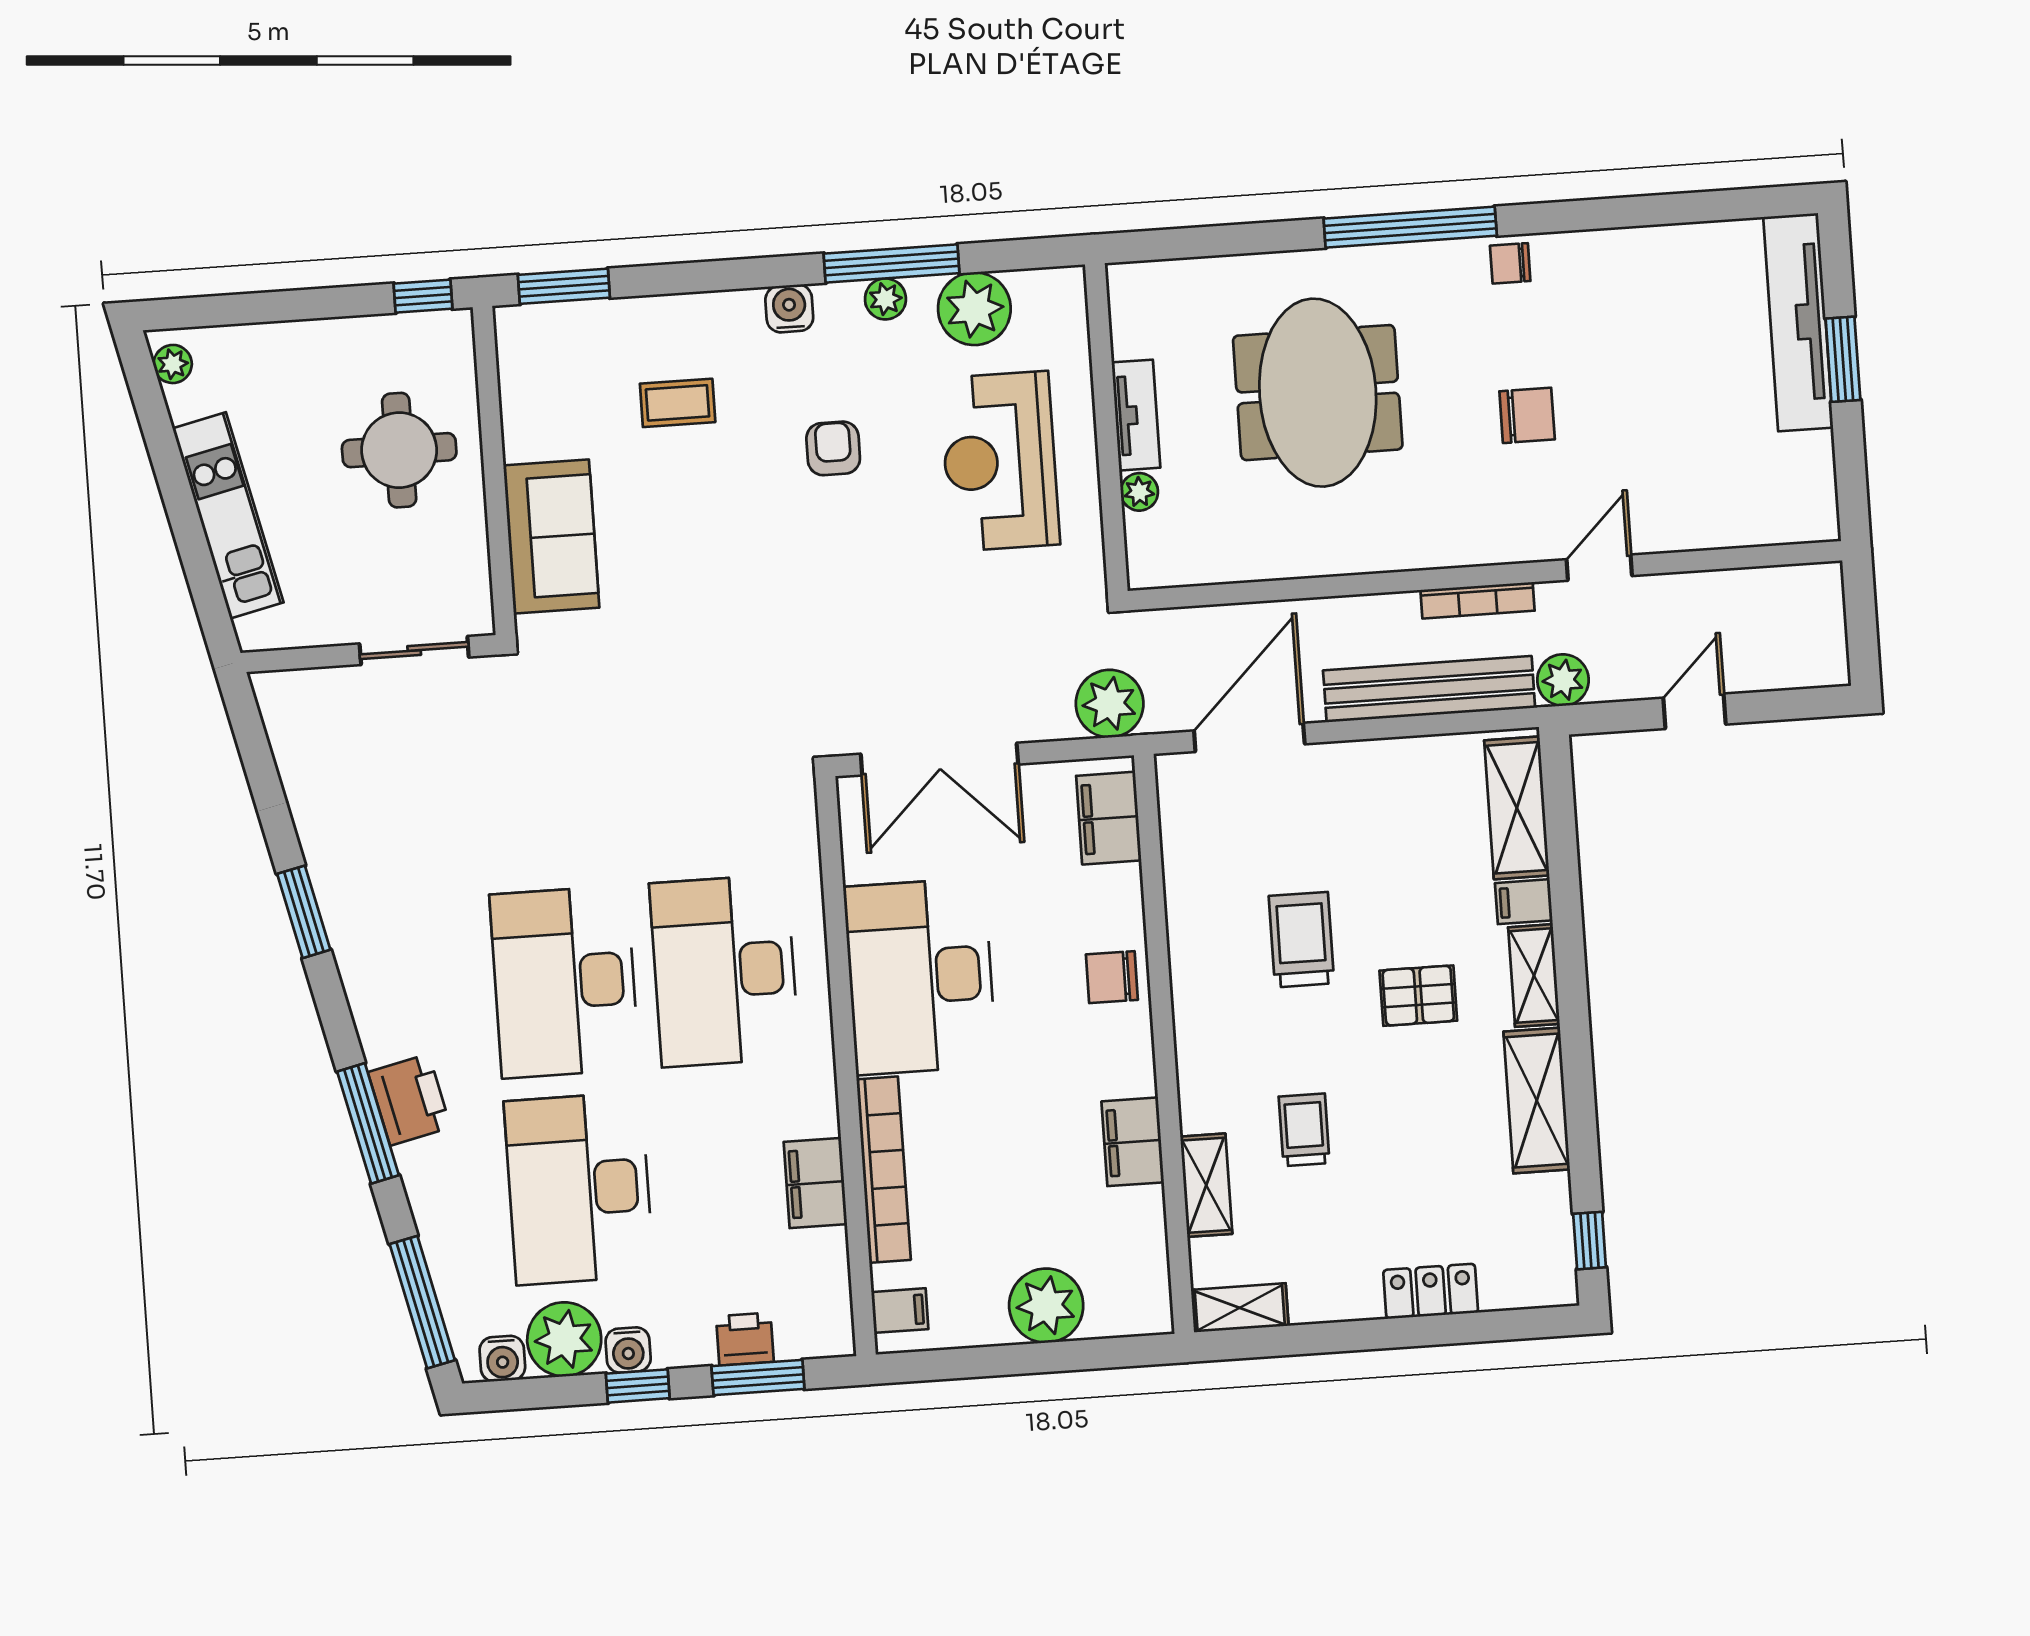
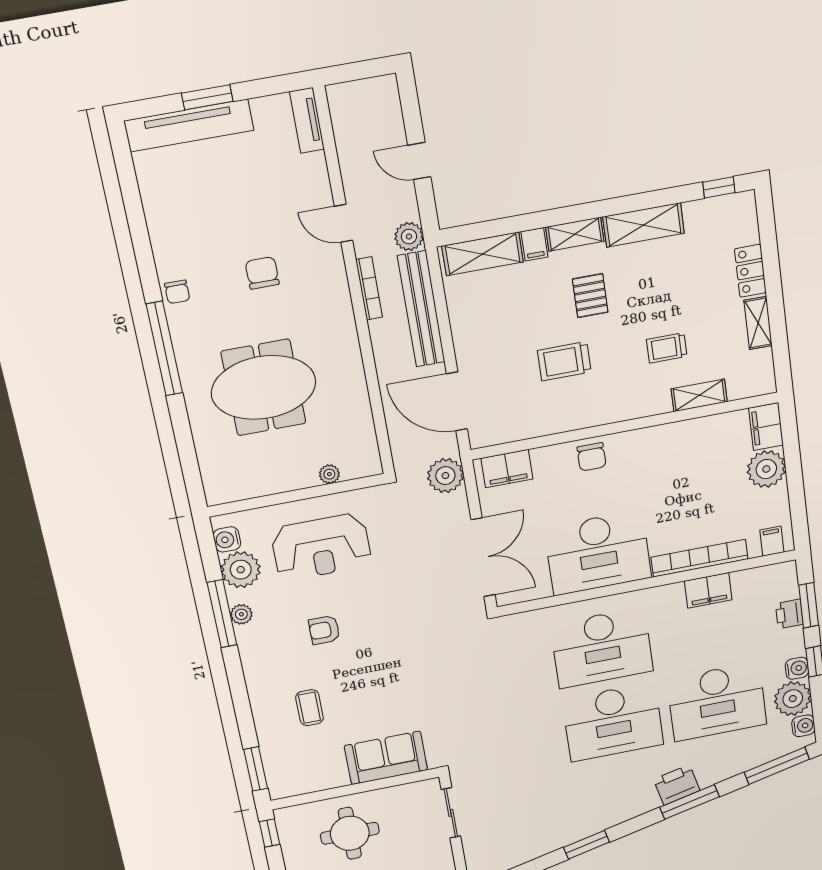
water cooler: (789, 308) -> (227, 539), moved
tv unit: (1136, 415) -> (307, 120), moved, turned -90
filing cabinet: (1133, 1142) -> (766, 427), moved, turned 90
shelving: (1240, 1308) -> (758, 323), moved

